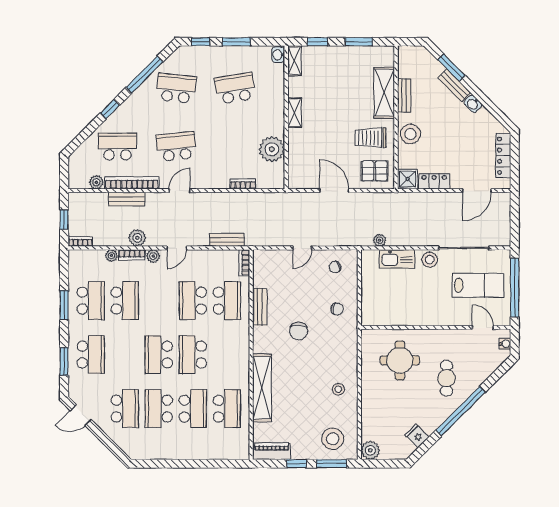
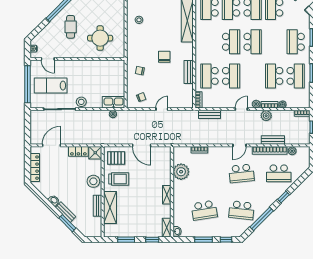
kitchen sink: (397, 259) -> (114, 102), moved
school desk: (91, 301) -> (296, 76), turned 180

